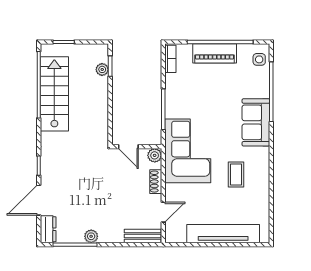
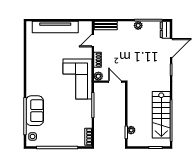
piano: (215, 53) -> (61, 140), removed
sofa: (256, 122) -> (35, 111), moved
coffee table: (236, 175) -> (47, 64), removed

